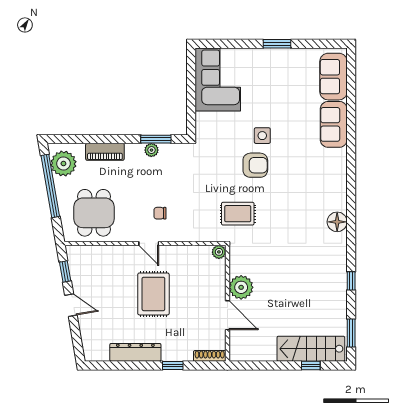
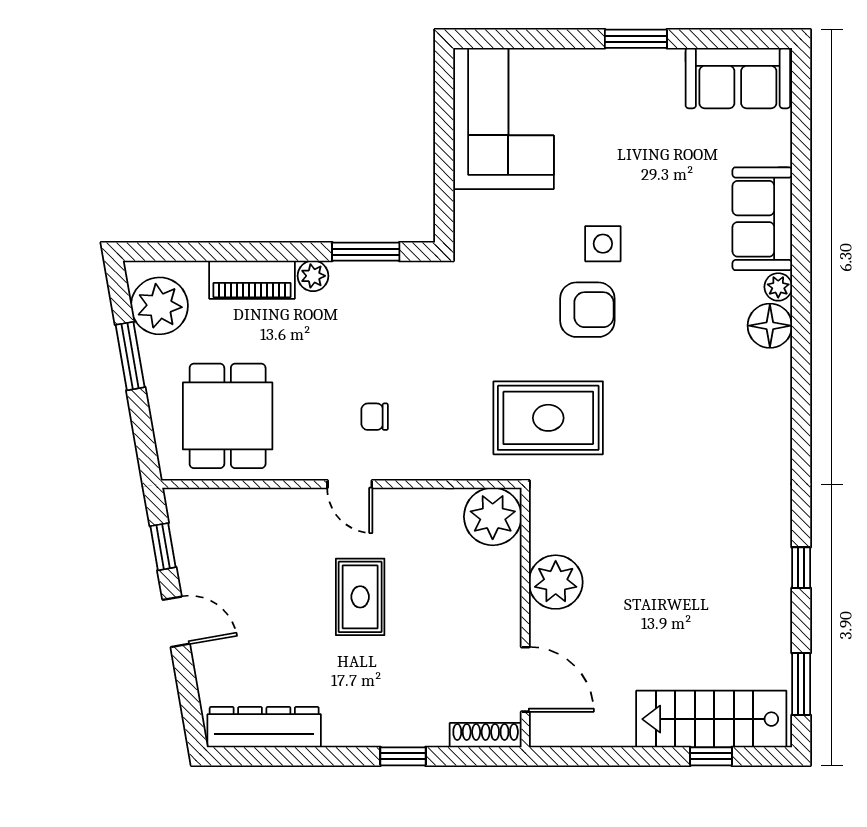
sofa: (333, 77) -> (738, 78), moved, turned -90
plant: (151, 150) -> (313, 276), moved
plant: (341, 155) -> (778, 287), added
window: (50, 186) -> (130, 356), width x0.47
rug: (238, 214) -> (548, 418), width x1.36, depth x1.43
floor lamp: (337, 222) -> (770, 326), moved
plant: (219, 252) -> (493, 517), width x1.88, depth x1.88
rug: (153, 294) -> (360, 597), width x0.73, depth x0.70
door: (227, 315) -> (525, 679), moved
dresser: (135, 352) -> (264, 727), moved

